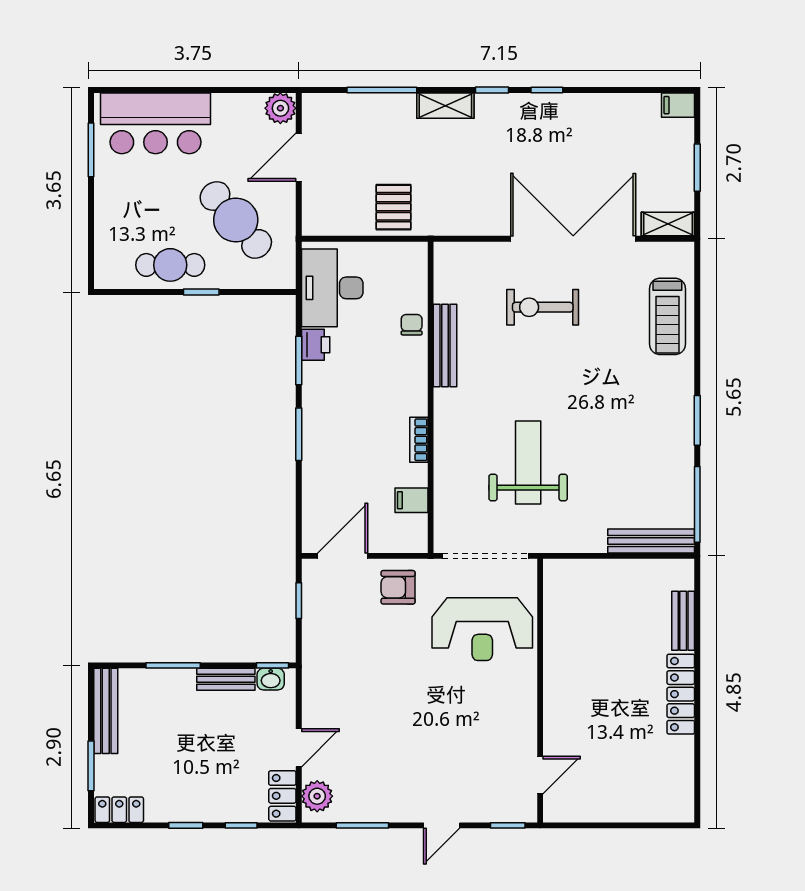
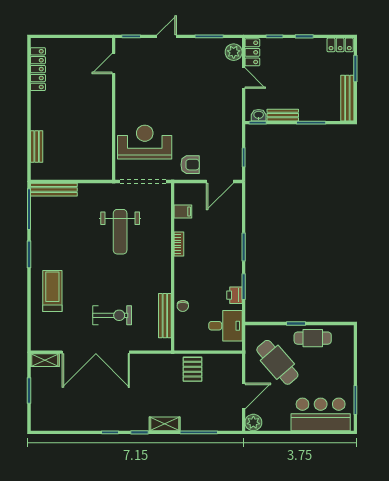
filing cabinet: (678, 105) -> (39, 424), removed
desk: (332, 288) -> (225, 326), width x0.73
treadmill: (667, 316) -> (52, 291), moved
bench: (445, 346) -> (165, 316), moved
locker: (681, 694) -> (38, 69), moved
door: (299, 748) -> (244, 78), swing flipped

